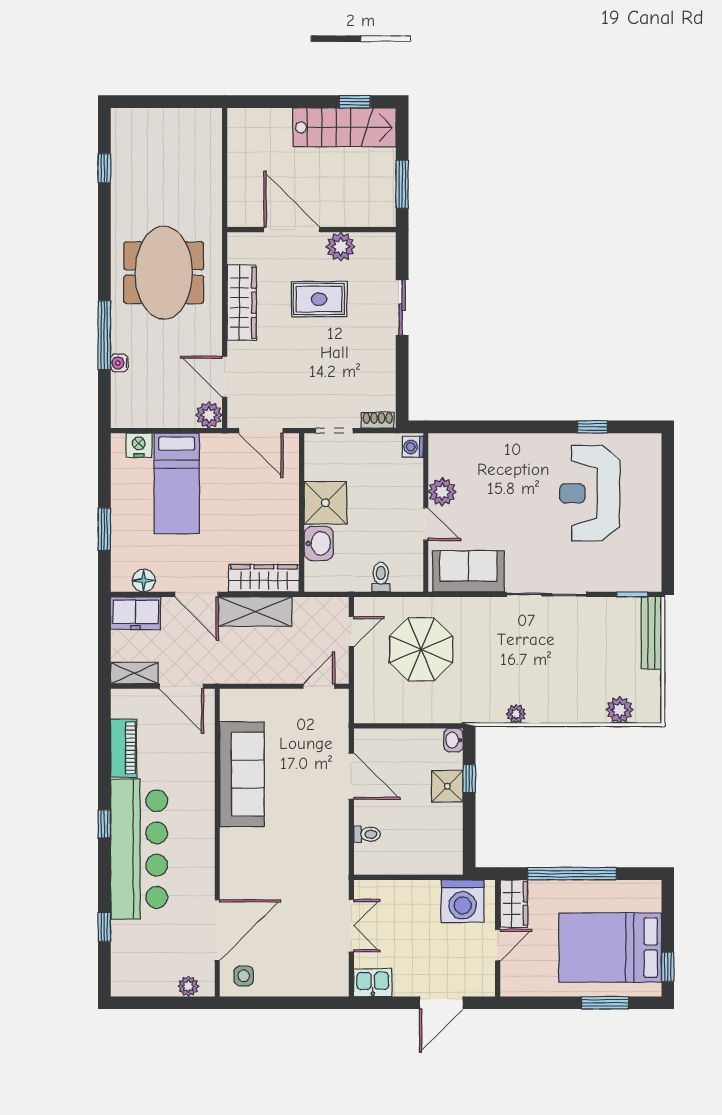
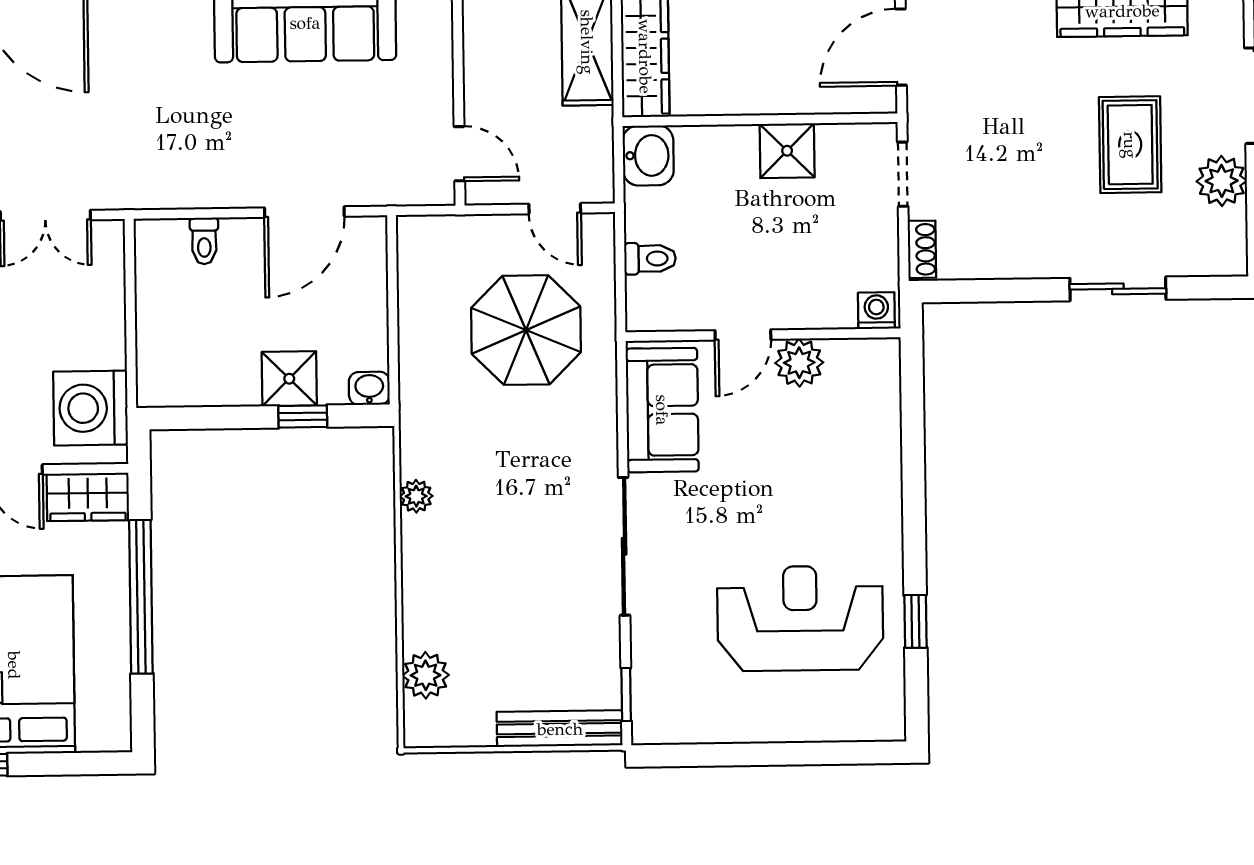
shower: (325, 503) -> (787, 151), width x0.73, depth x0.73
washbasin: (319, 543) -> (648, 155), moved, turned -90

